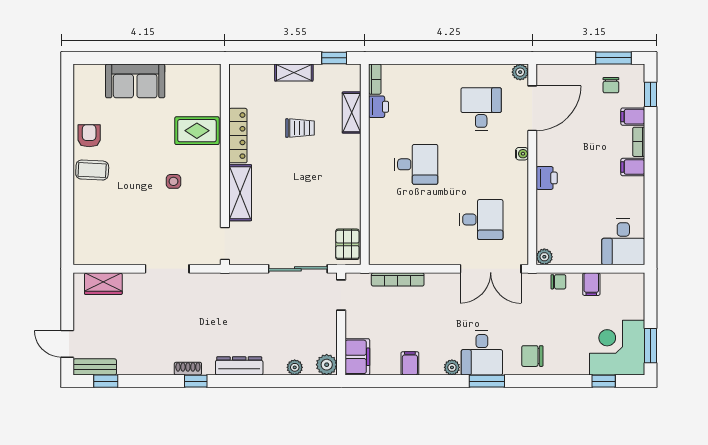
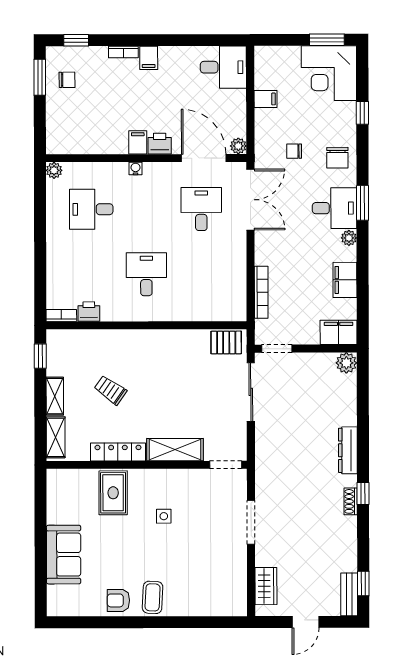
door: (532, 108) -> (204, 158), moved
shelving: (352, 113) -> (56, 437), moved, turned 90
filing cabinet: (633, 117) -> (138, 142), moved, turned 180
trolley: (300, 128) -> (110, 390), turned -55
chair: (558, 282) -> (294, 151), moved, turned -90
door: (67, 344) -> (306, 622), moved
filing cabinet: (410, 363) -> (345, 280), width x2.00
plant: (295, 367) -> (349, 395), removed
window: (604, 381) -> (362, 113), moved

